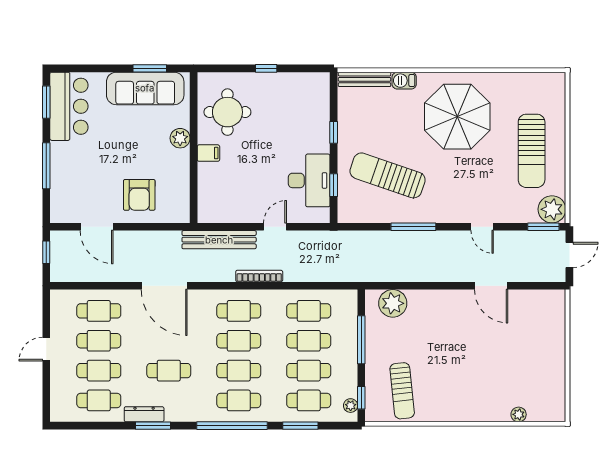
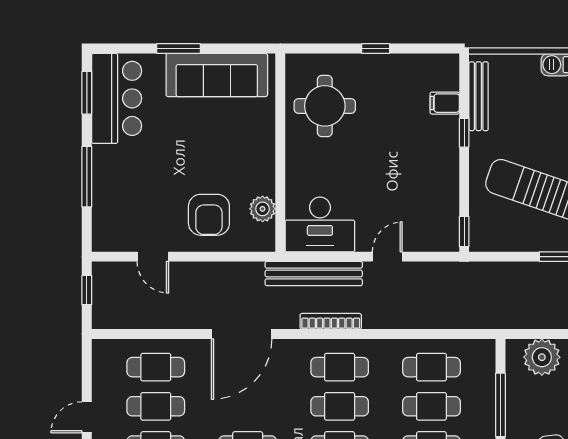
window: (150, 68) -> (179, 49), moved
bench: (365, 79) -> (479, 96), moved, turned 90
plant: (180, 138) -> (263, 209), moved
filing cabinet: (208, 153) -> (445, 103), moved, turned 180
desk: (309, 180) -> (320, 224), moved, turned 90
window: (334, 185) -> (464, 231), moved
door: (97, 227) -> (153, 257), width x0.73
bookcase: (259, 276) -> (331, 321), moved
door: (164, 286) -> (242, 334), hinge flipped

